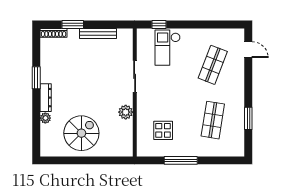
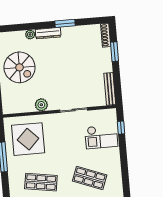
bench: (98, 33) -> (110, 89), moved
checkout: (168, 48) -> (101, 137), turned 180
display table: (163, 130) -> (28, 139), width x1.86, depth x1.86

